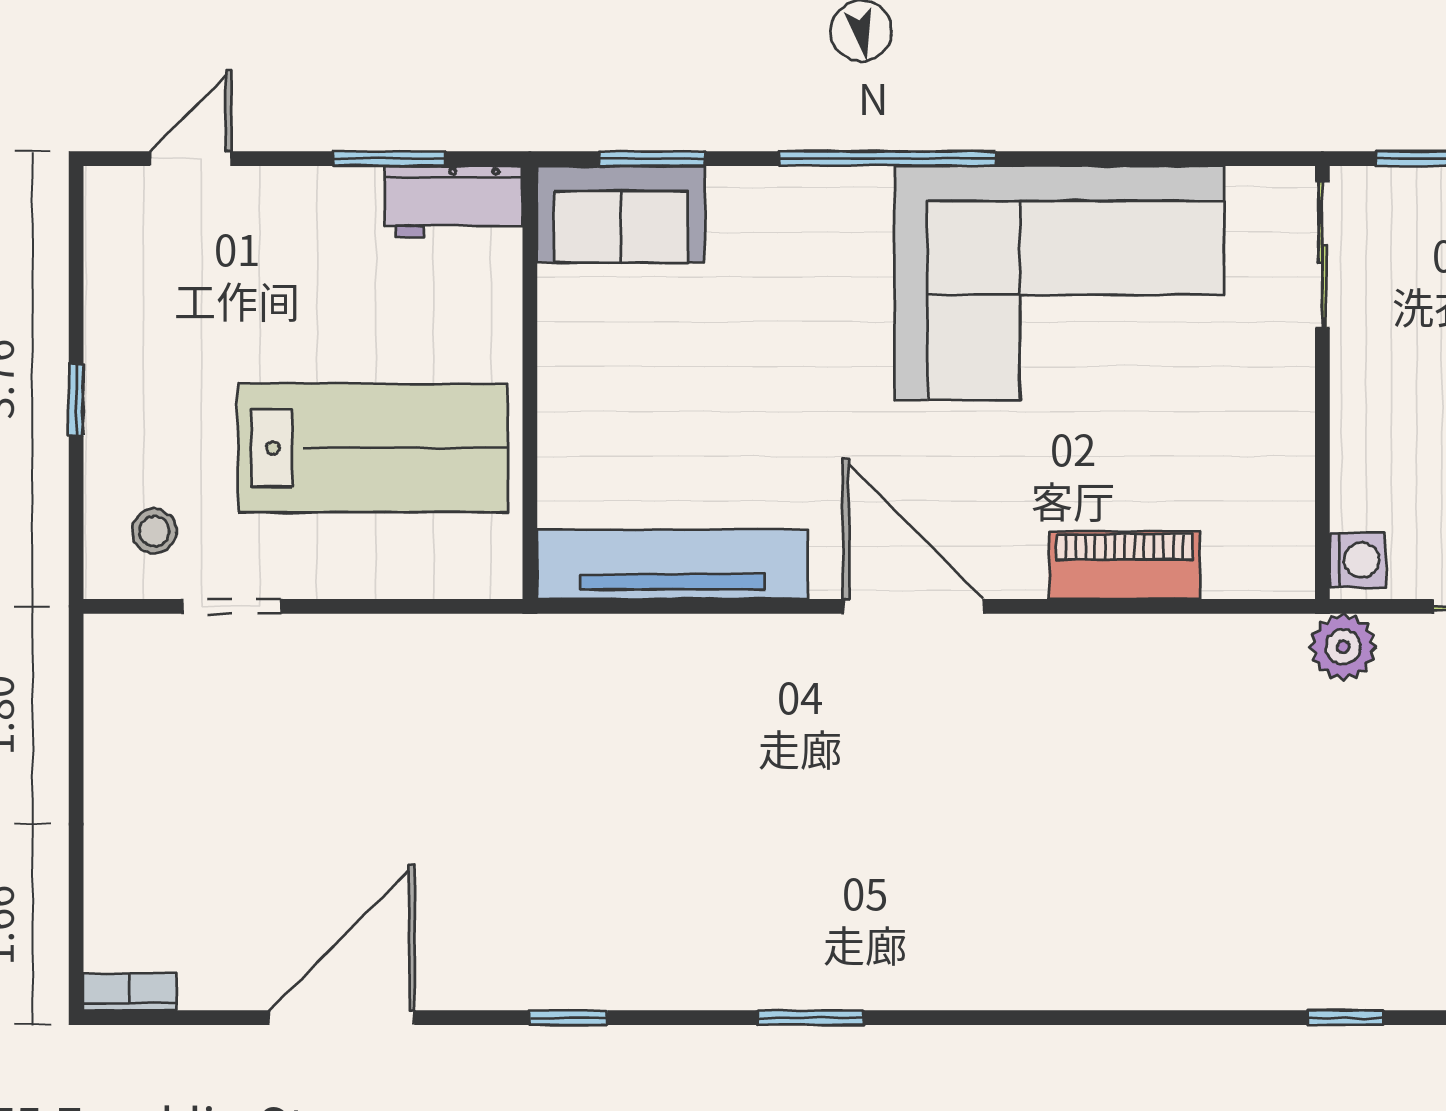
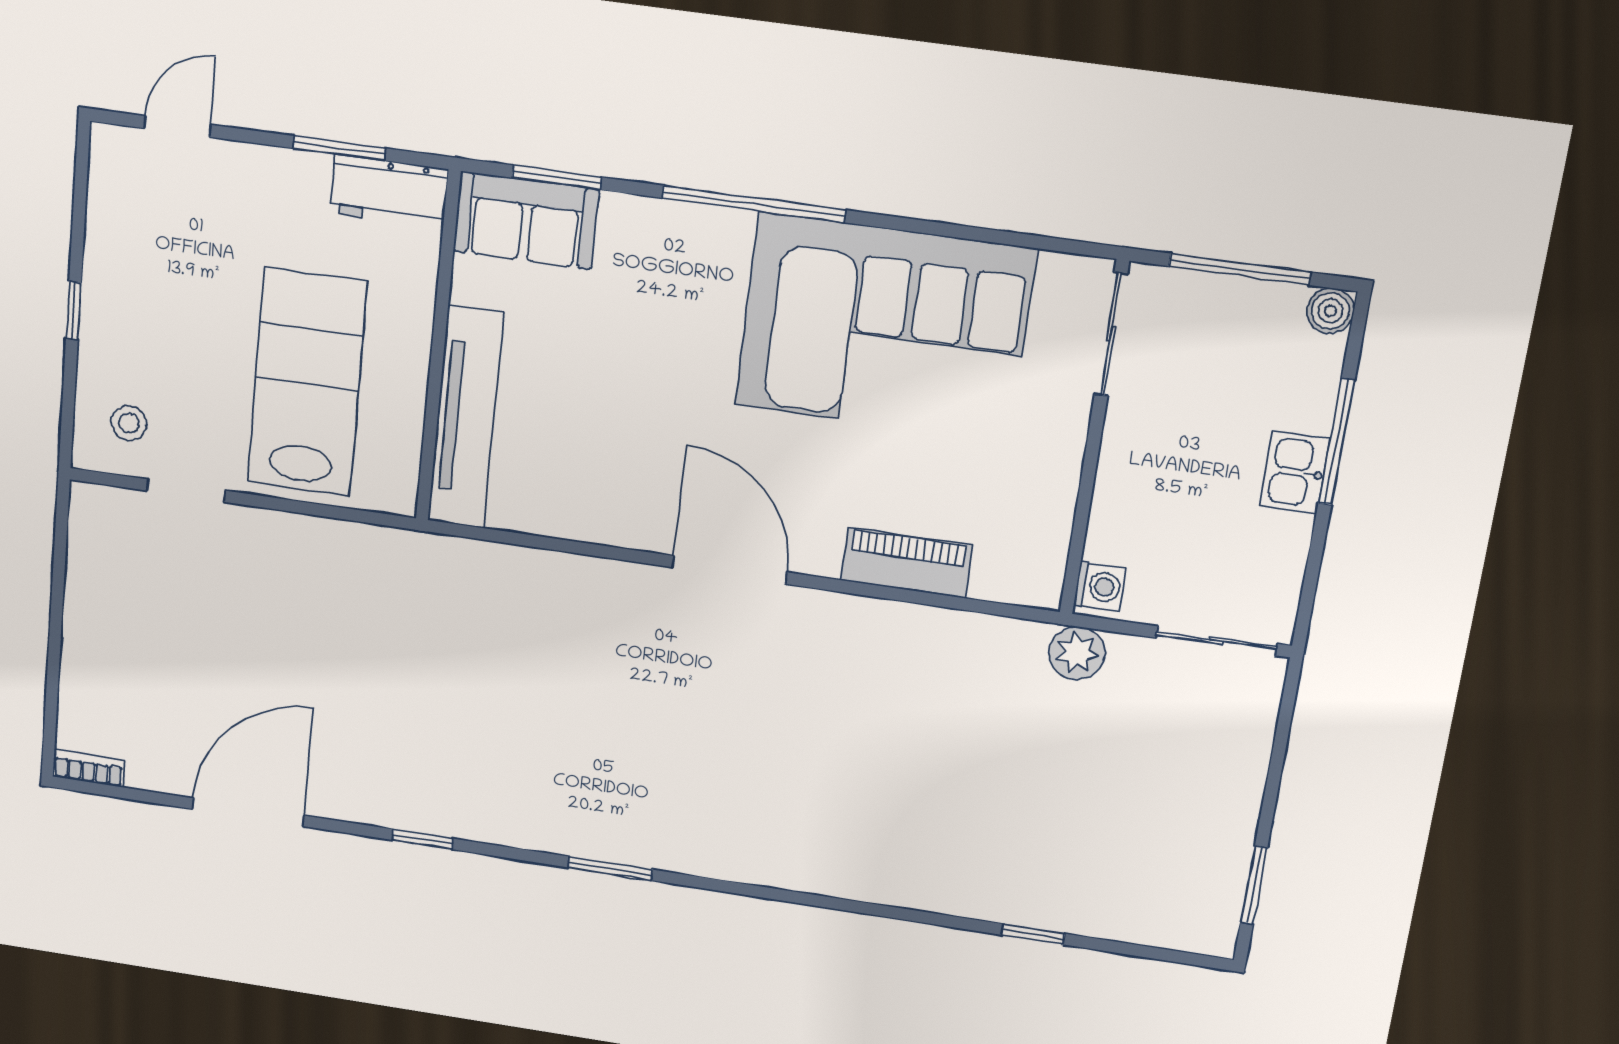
lab bench: (373, 448) -> (307, 382), turned -90
tv unit: (673, 564) -> (466, 417), moved, turned 90

